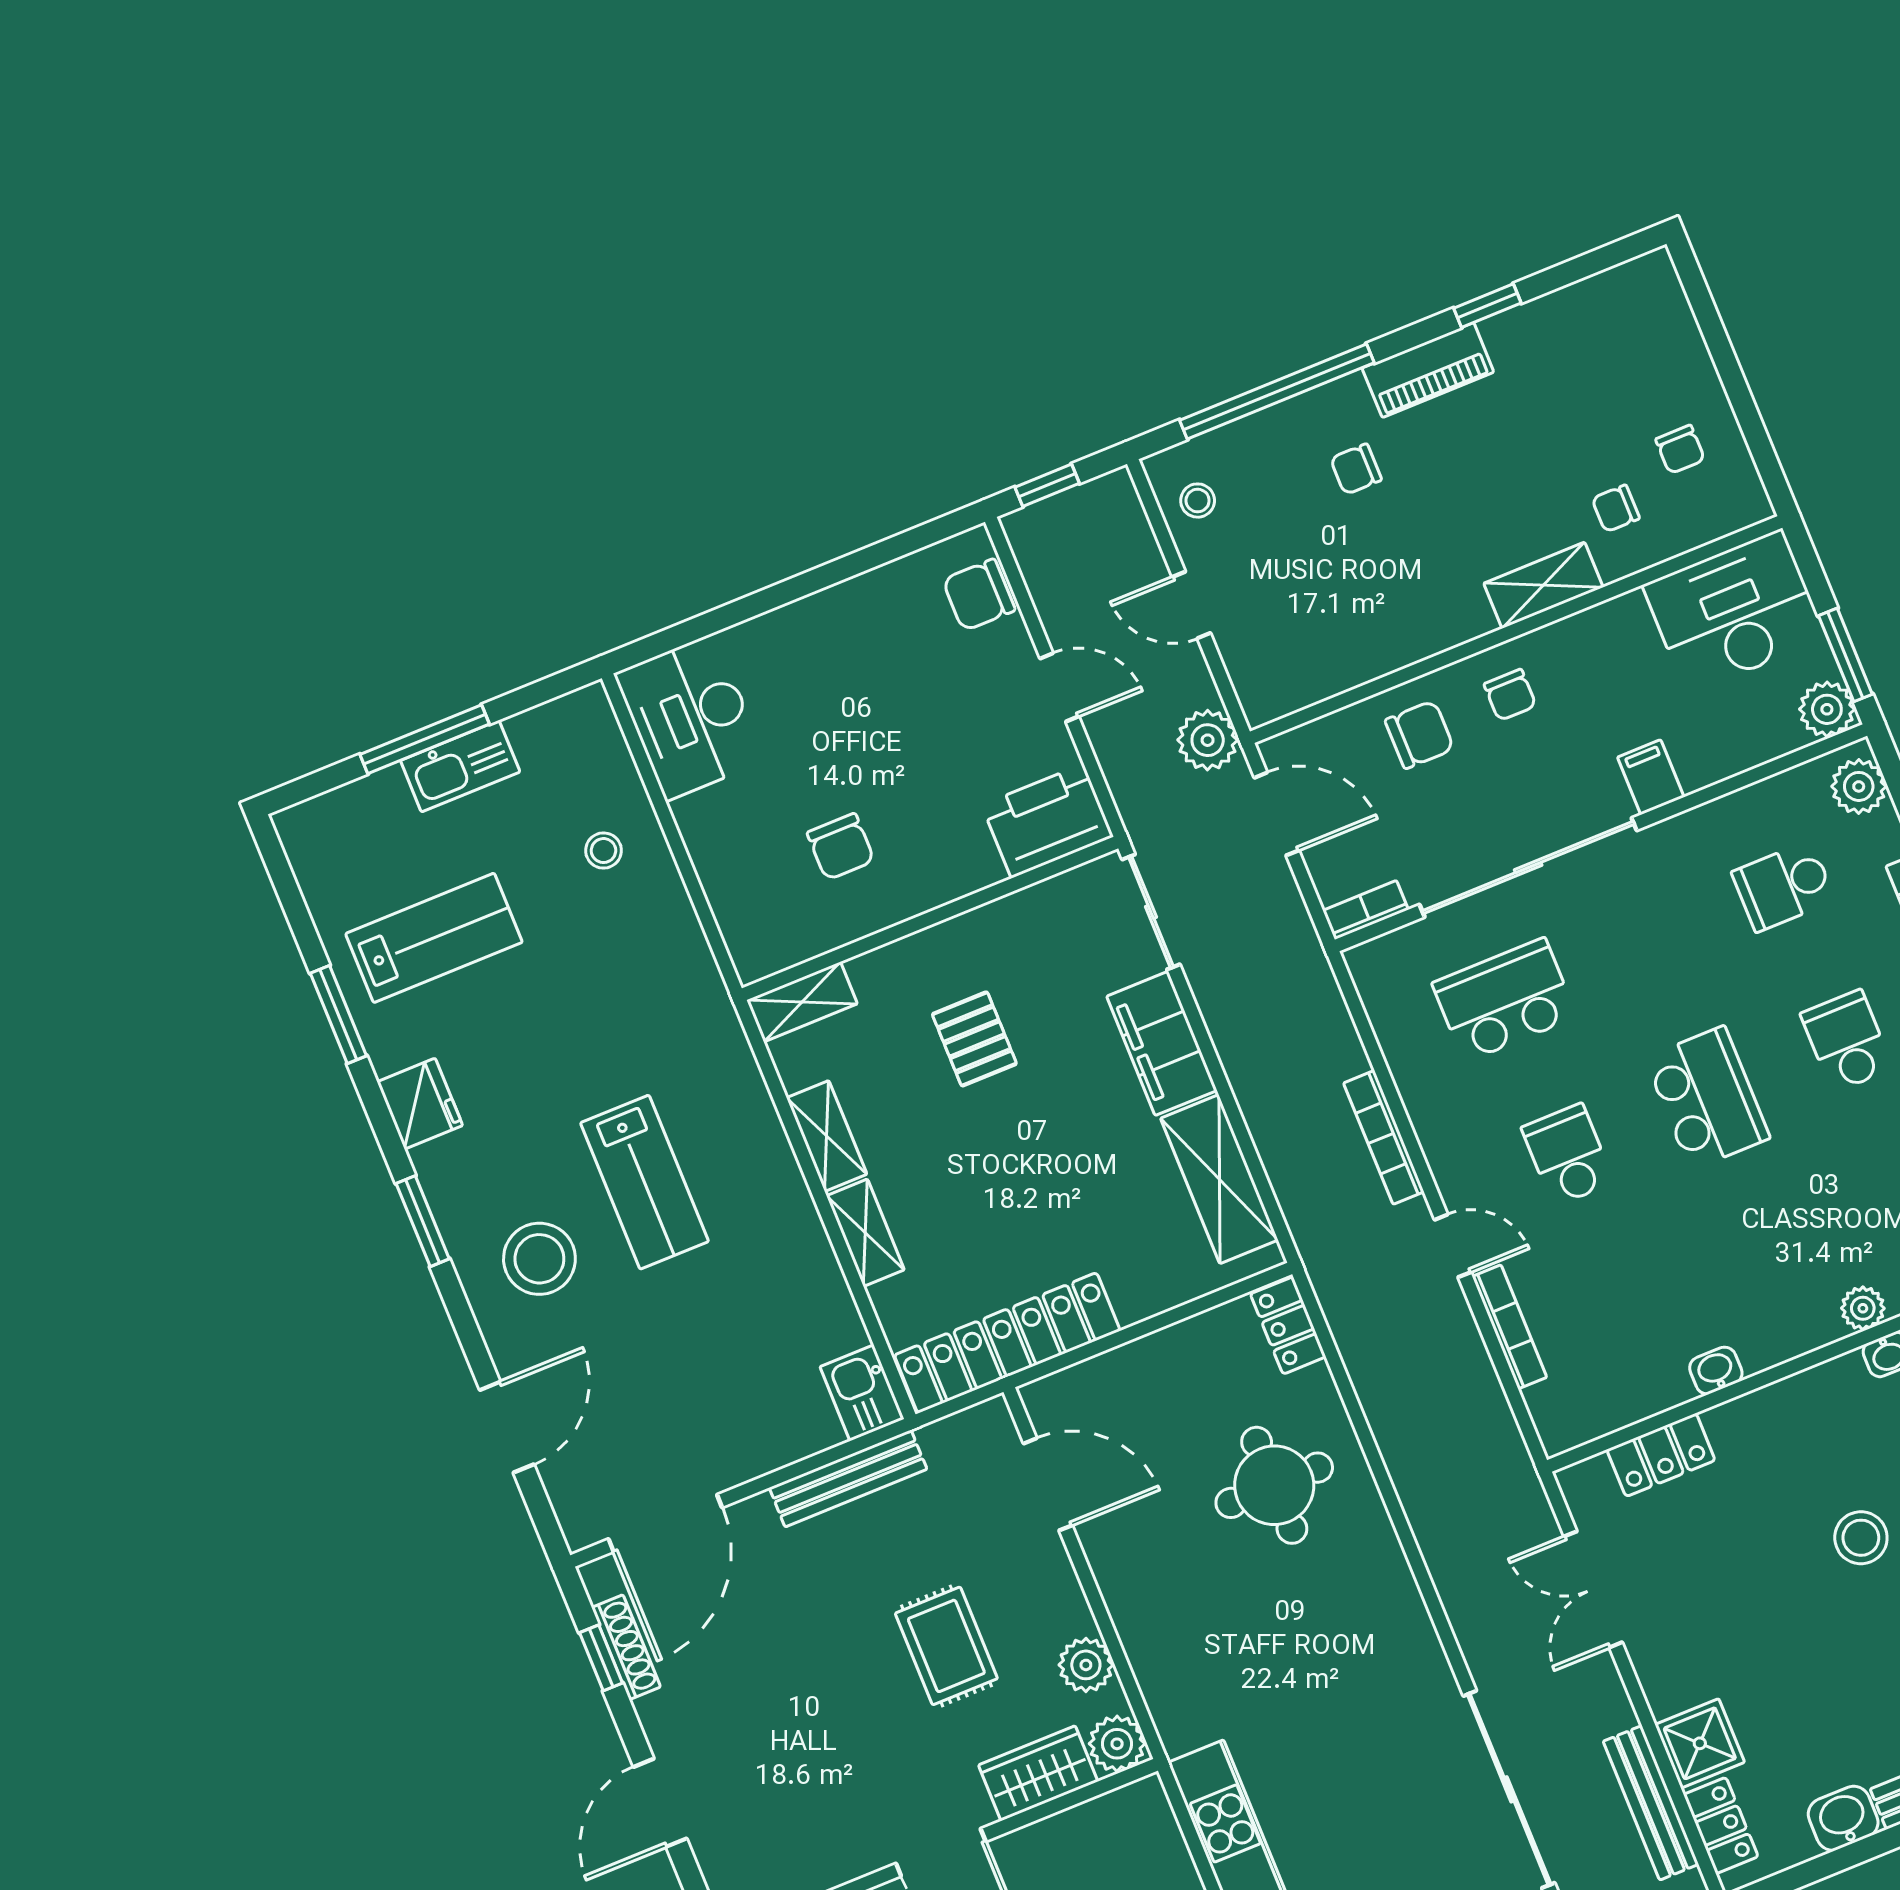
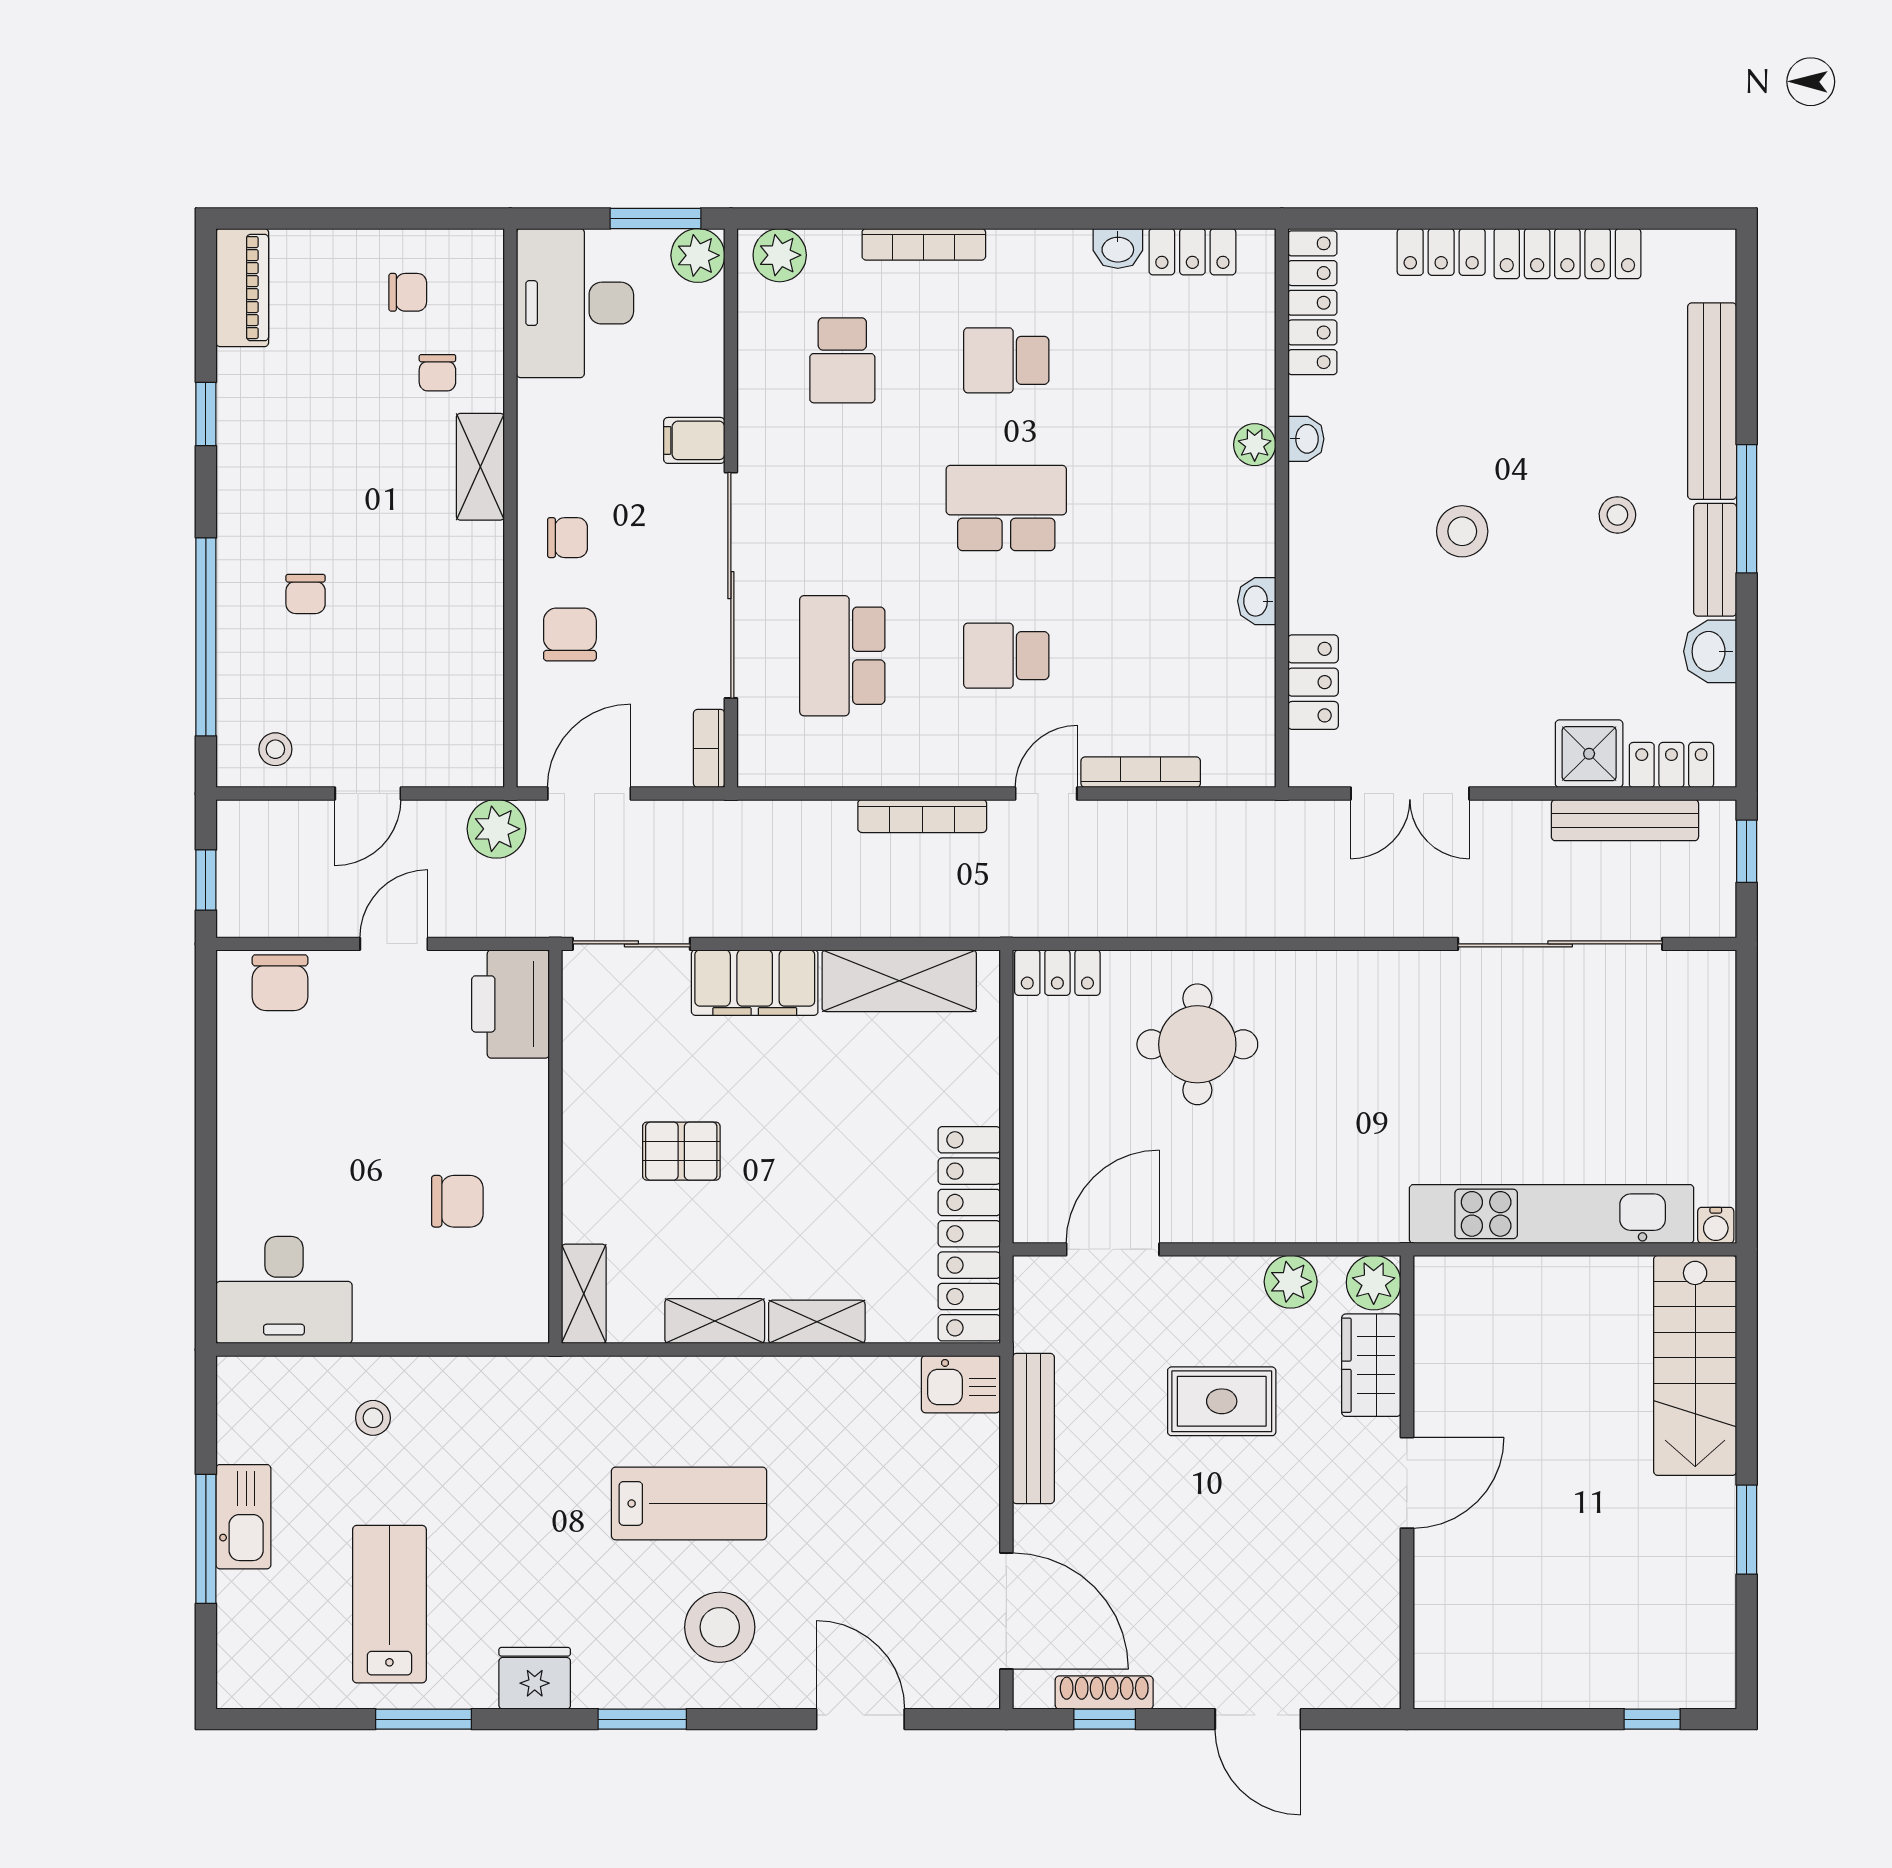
piano: (1428, 370) -> (242, 288), moved

